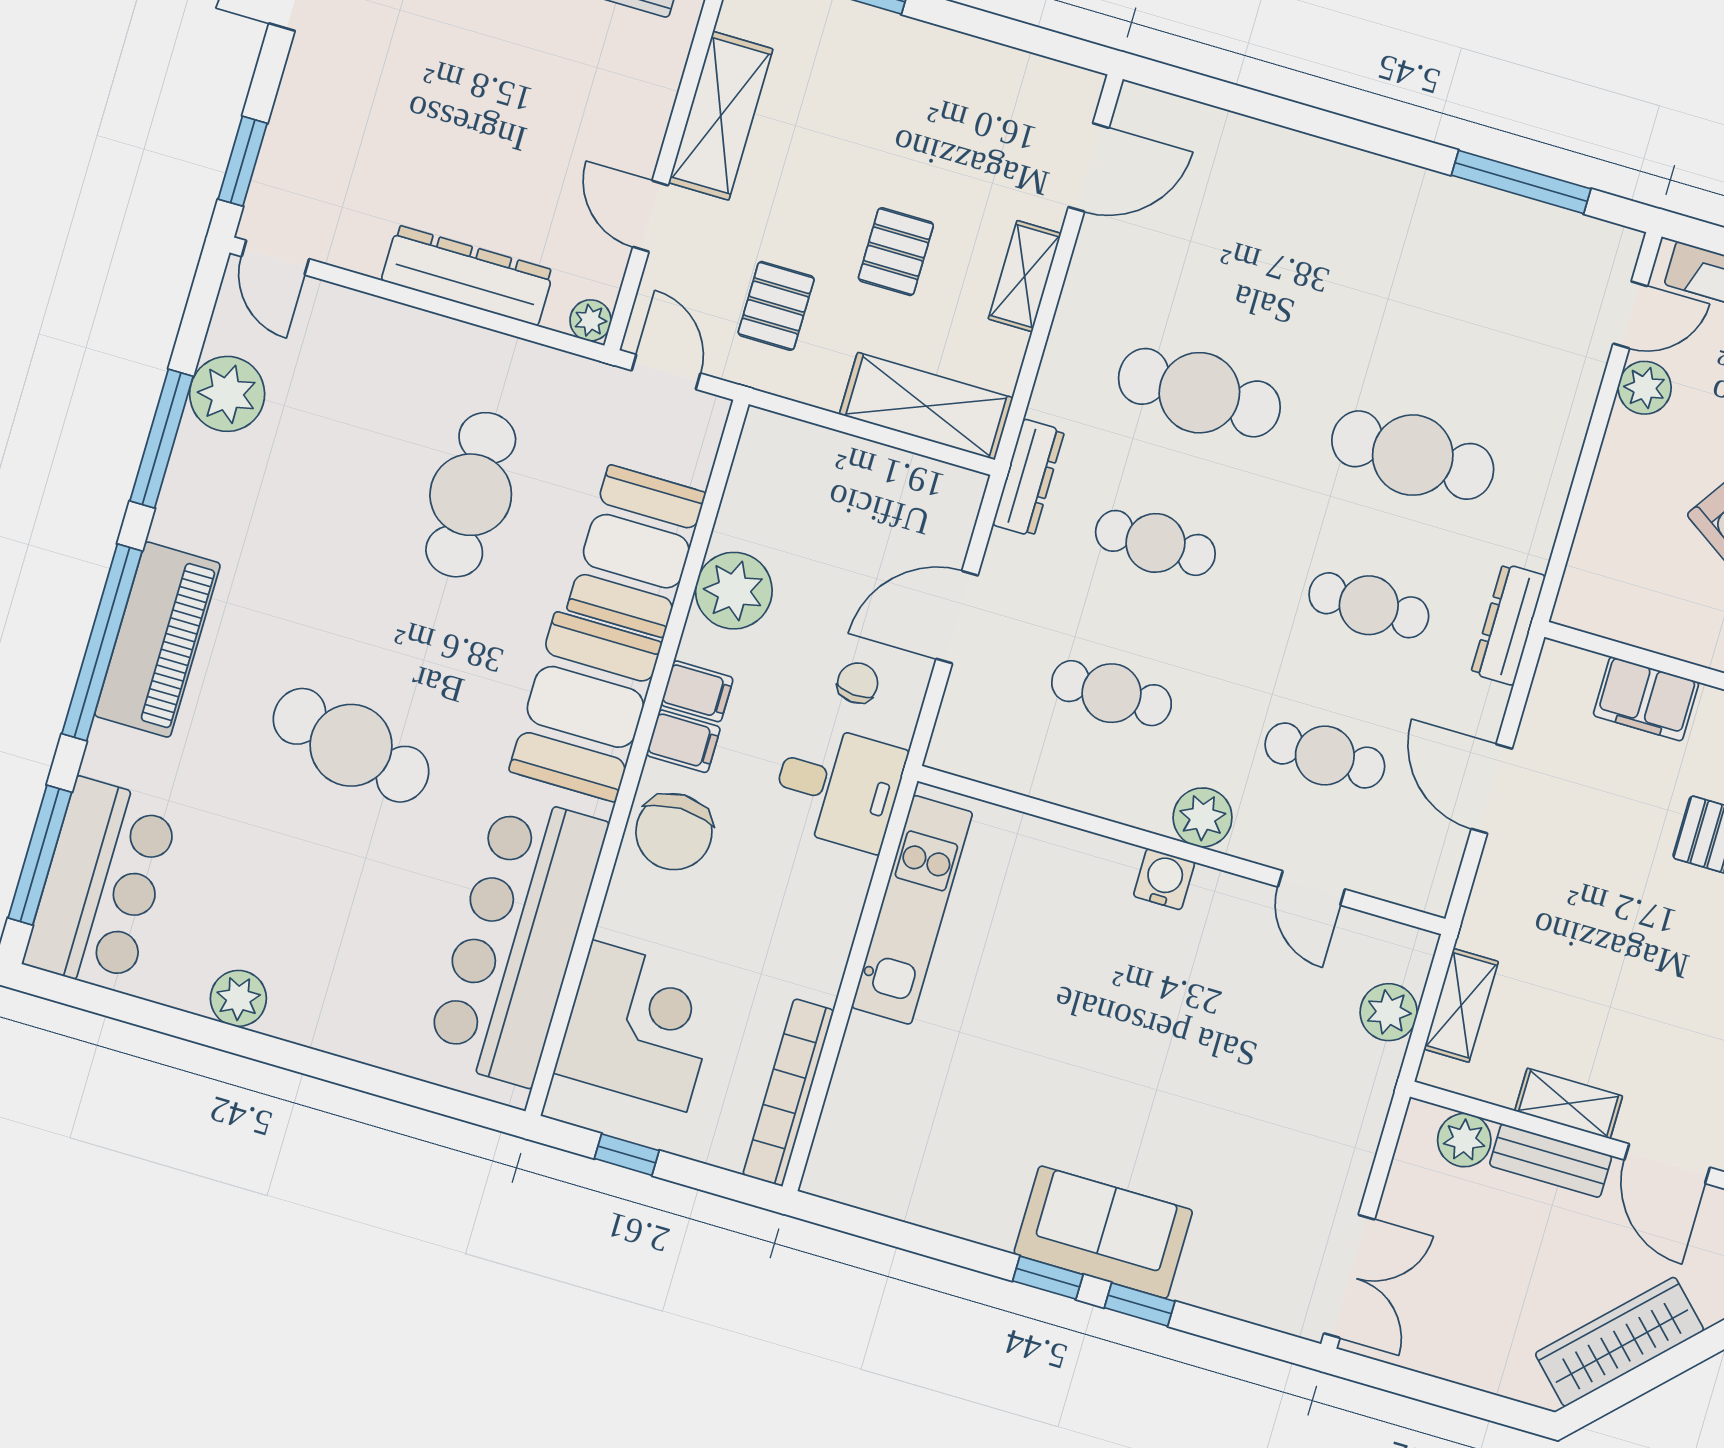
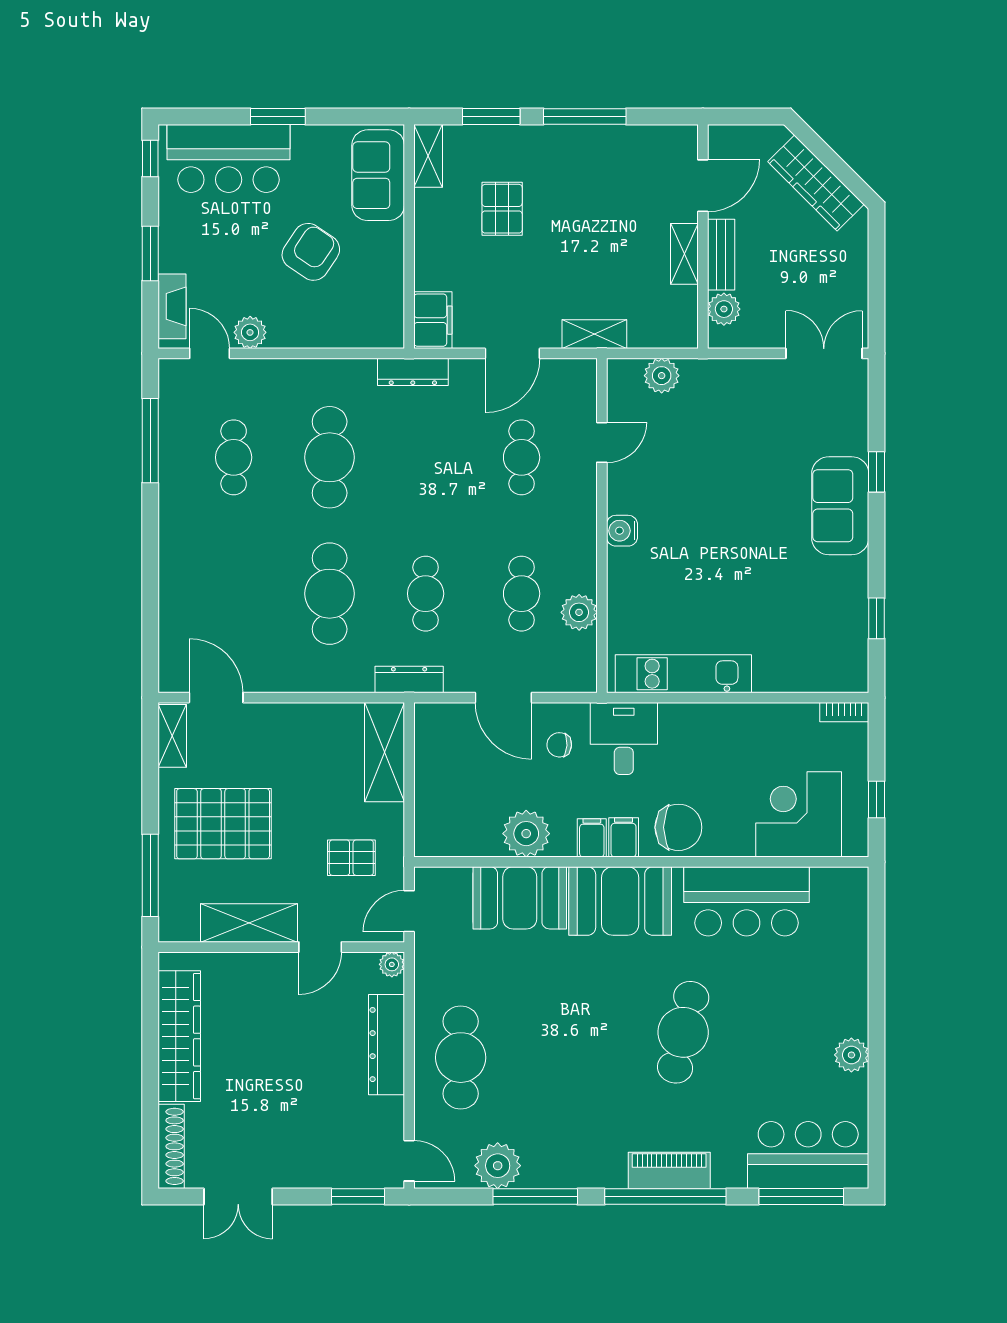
pallet: (896, 252) -> (223, 824), moved, width x2.05, depth x2.00
door: (275, 258) -> (409, 1161), hinge flipped
shelving: (1025, 276) -> (172, 736), moved, turned 90
cafe table: (471, 495) -> (461, 1058), moved, turned 90
cafe table: (1369, 605) -> (234, 457), moved
piano: (157, 640) -> (669, 1170), width x0.73, depth x0.75
filing cabinet: (1646, 699) -> (433, 320), moved
plant: (1203, 817) -> (579, 612), moved
bar counter: (517, 940) -> (747, 901), width x0.73
shelving: (1461, 1005) -> (594, 334), moved
bookcase: (788, 1092) -> (844, 712), width x0.43, depth x0.76
window: (1048, 1278) -> (877, 618), moved

